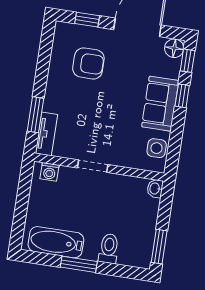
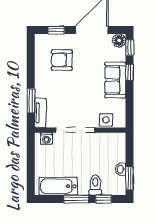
armchair: (88, 63) -> (62, 60), turned 180
side table: (157, 148) -> (106, 120), moved
doorway: (93, 166) -> (75, 130), width x1.87
washbasin: (155, 189) -> (121, 169), moved
window: (117, 270) -> (103, 199), added

